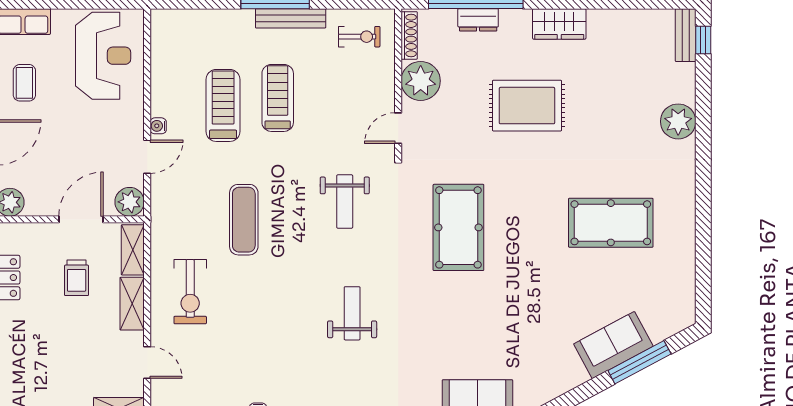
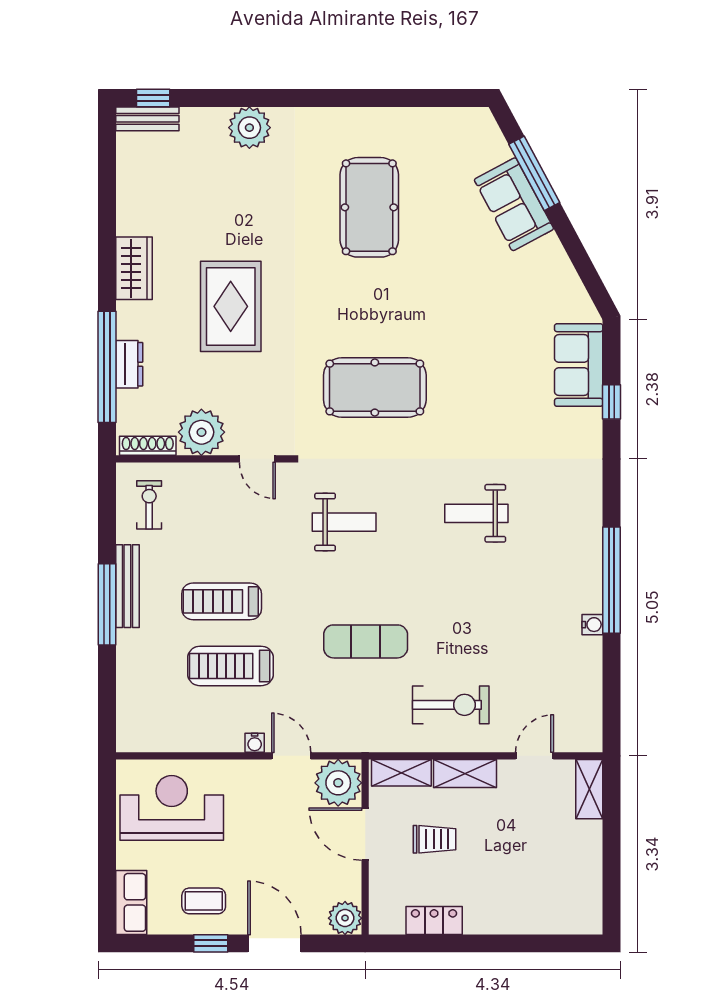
plant: (130, 202) -> (338, 783), width x1.36, depth x1.36

